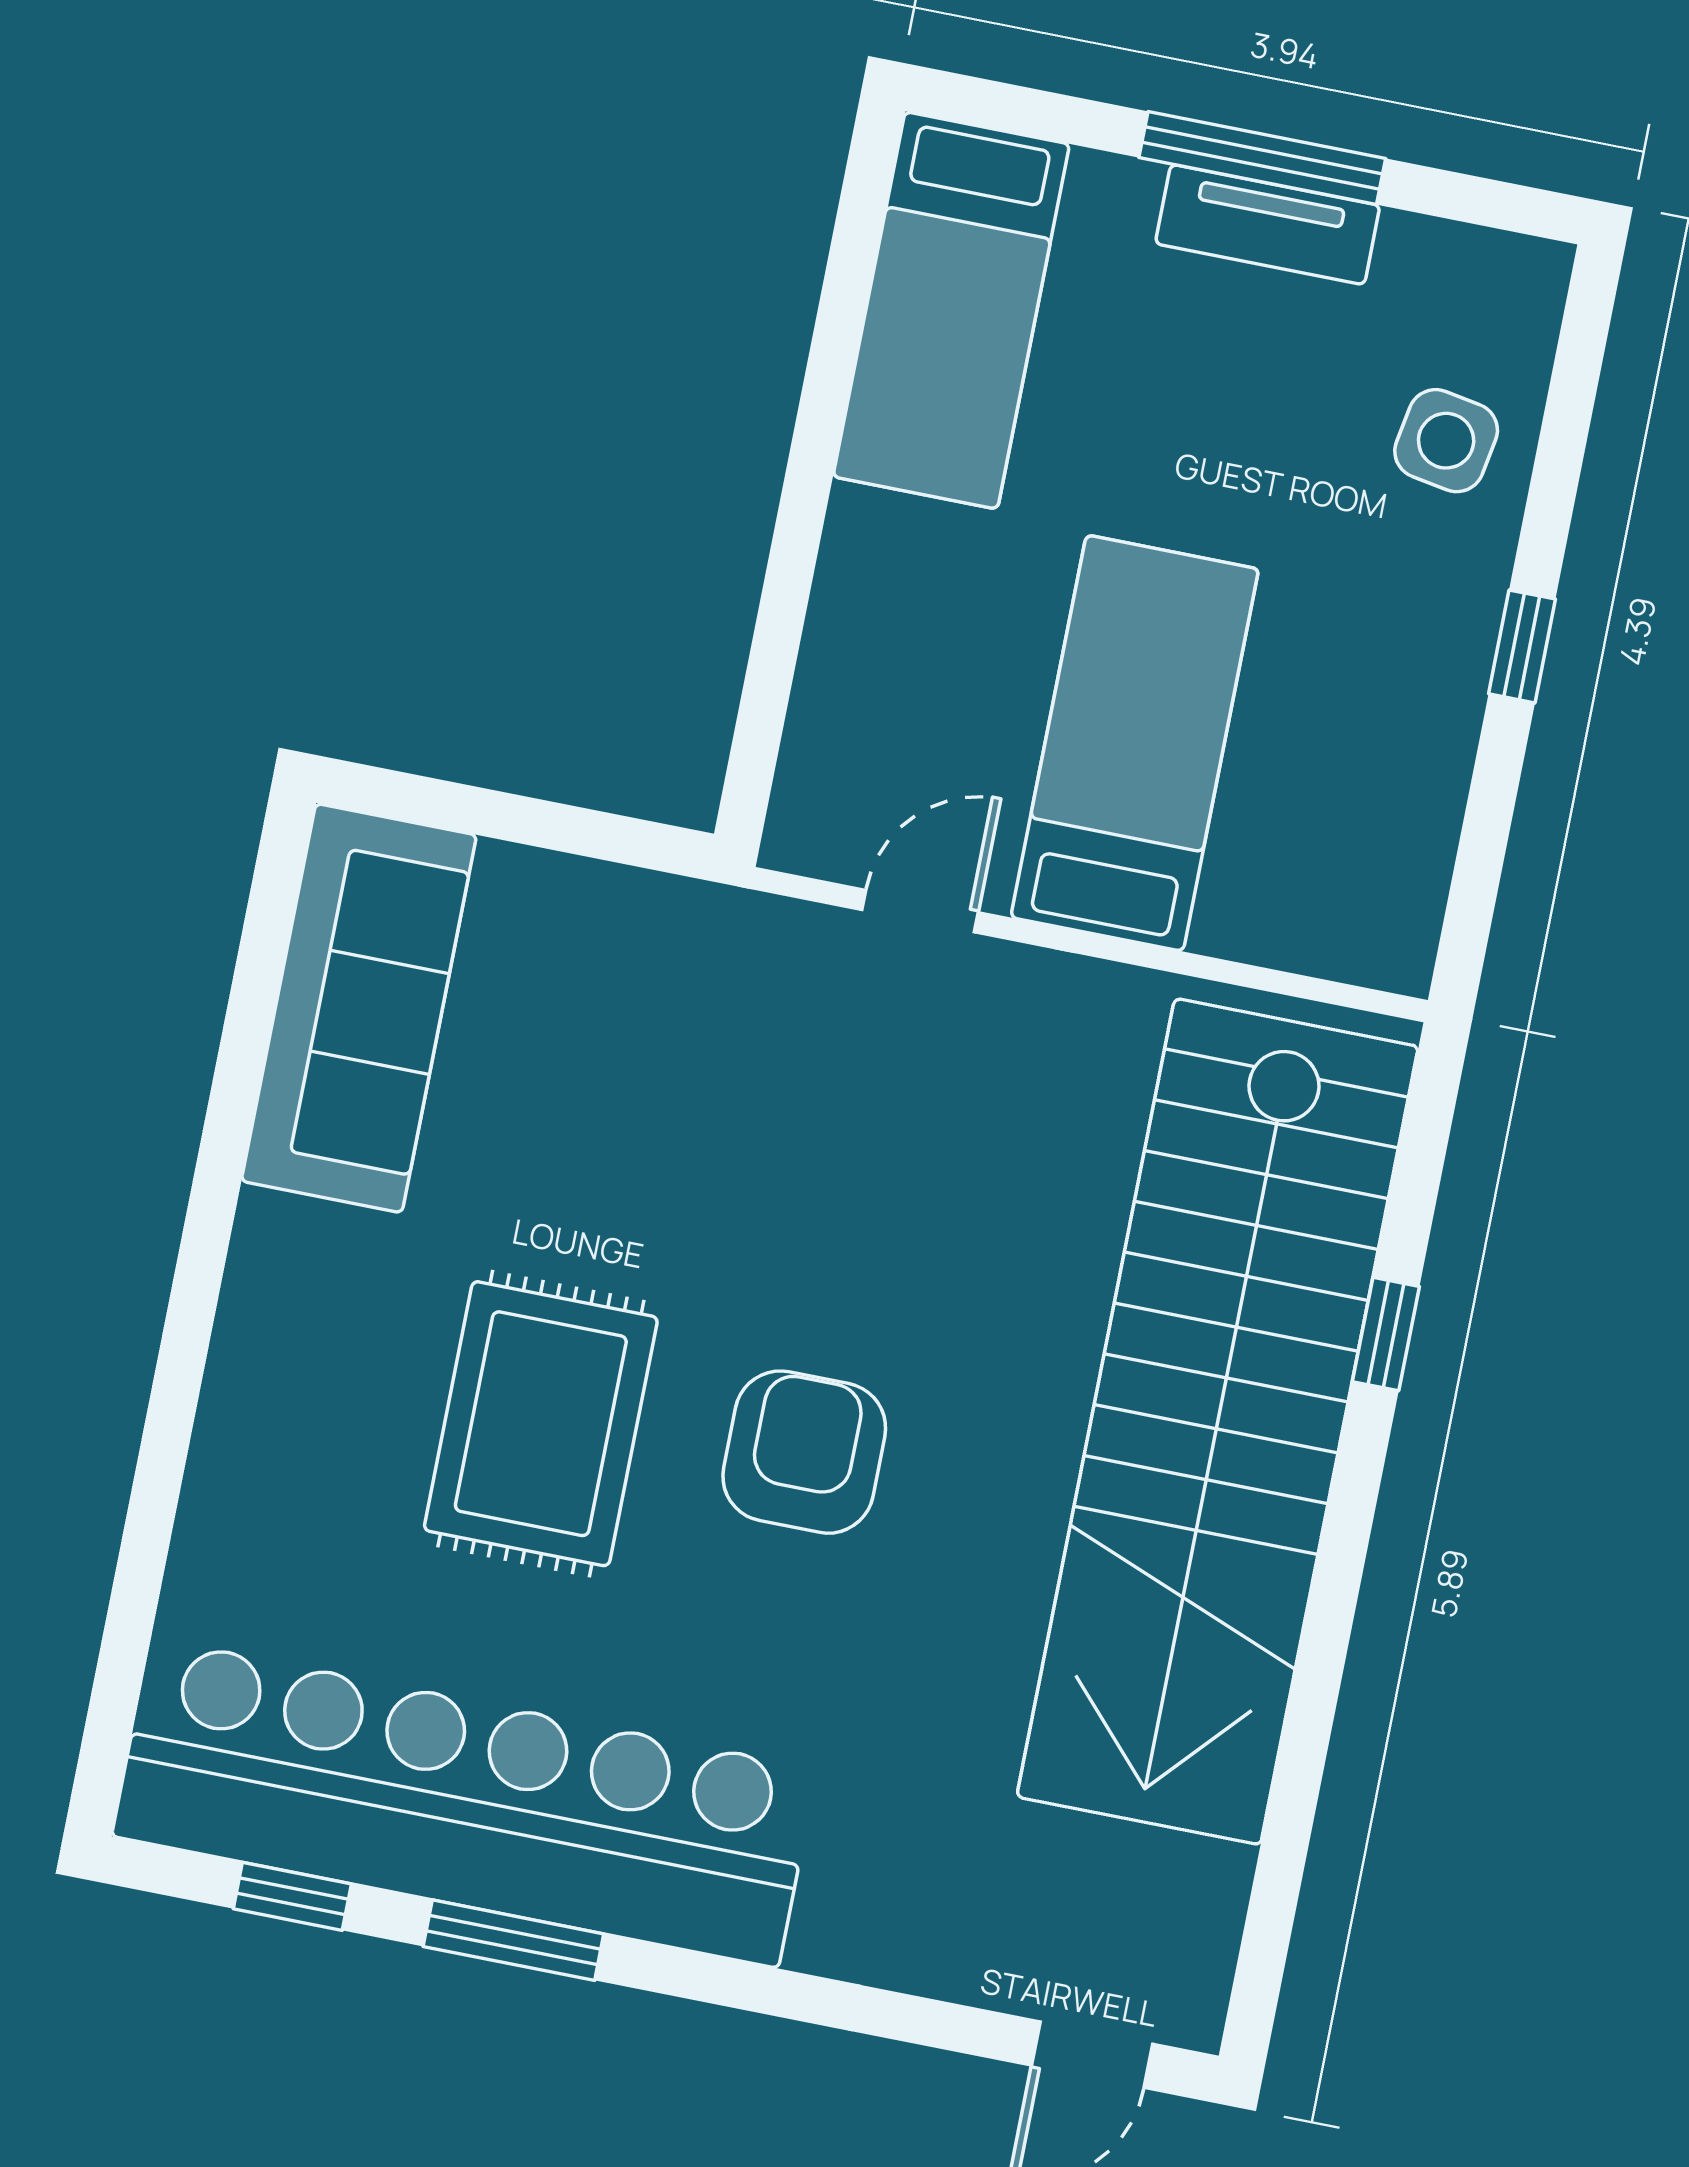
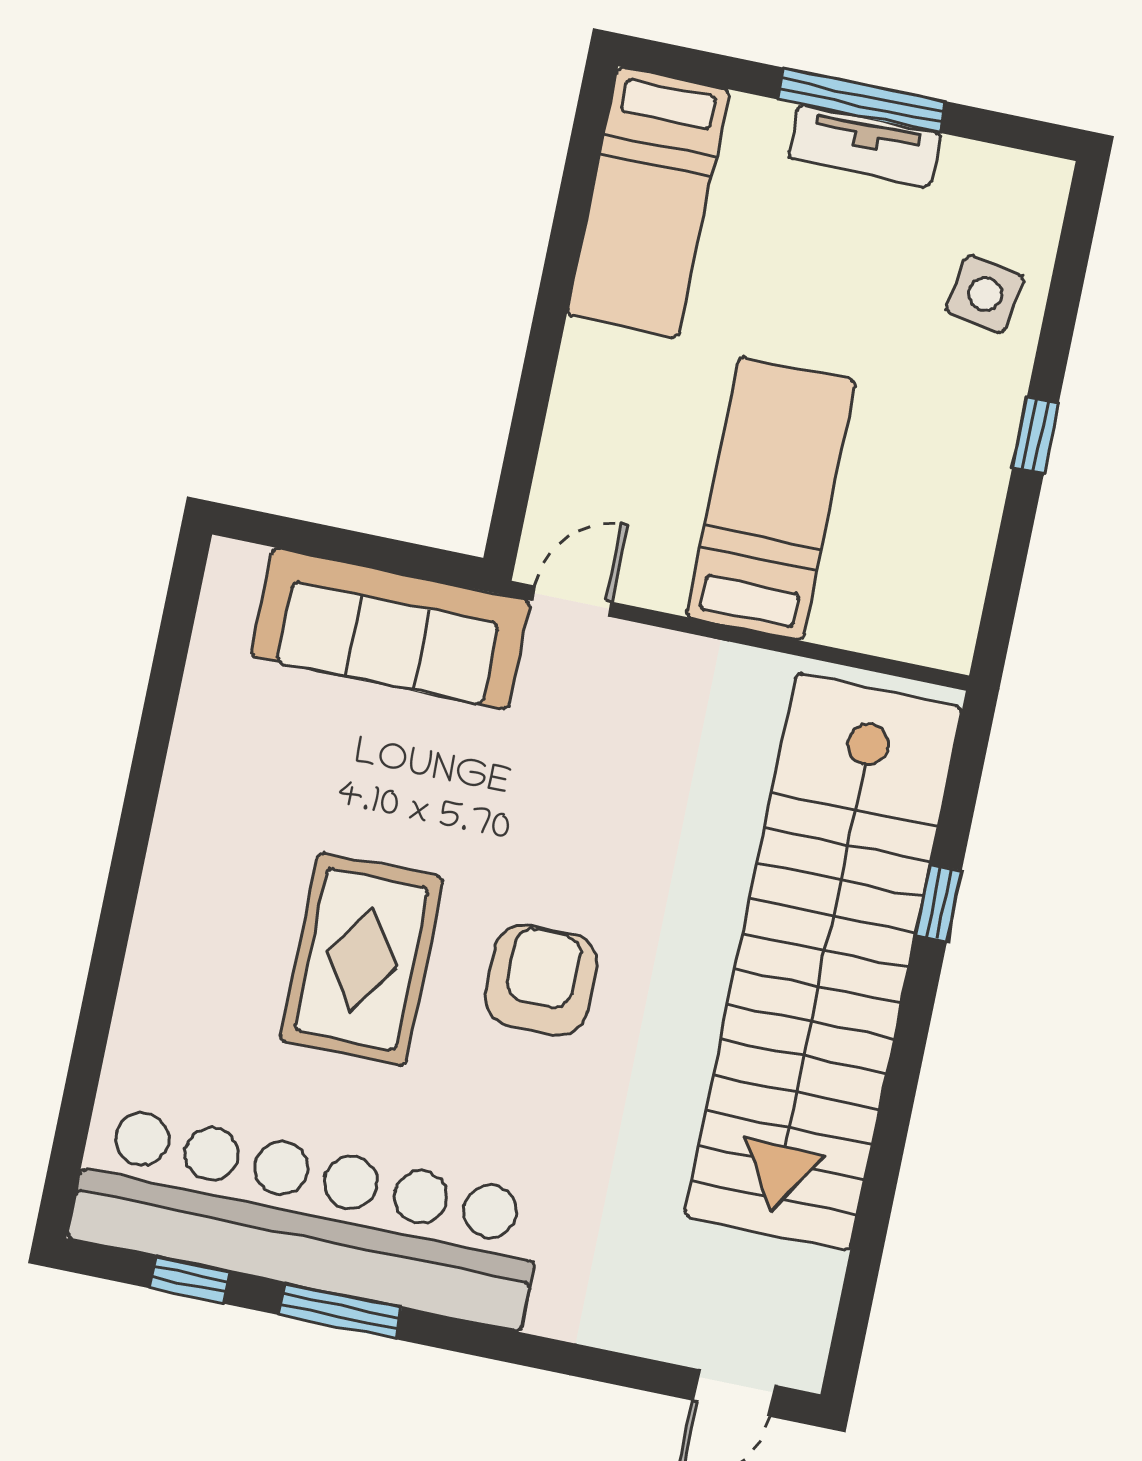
door: (920, 911) -> (572, 601), moved
sofa: (359, 1008) -> (390, 629), moved, turned 90

